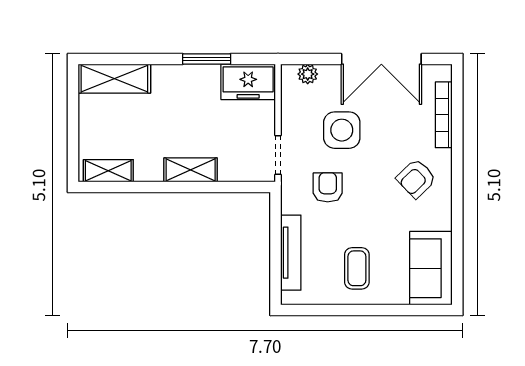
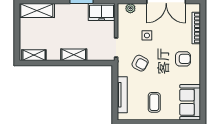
side table: (342, 130) -> (147, 35), width x0.54, depth x0.54
armchair: (416, 179) -> (183, 59), turned -136
armchair: (328, 187) -> (140, 63), turned 118

